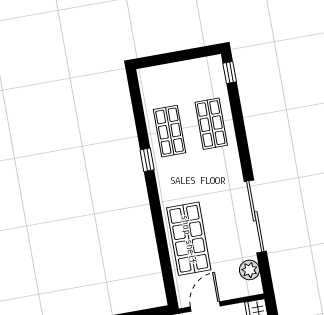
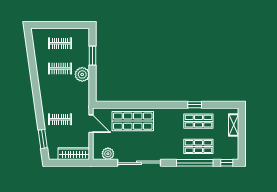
shelving: (166, 72) -> (234, 125), added
window: (239, 125) -> (195, 163), added
window: (147, 160) -> (195, 105), moved

